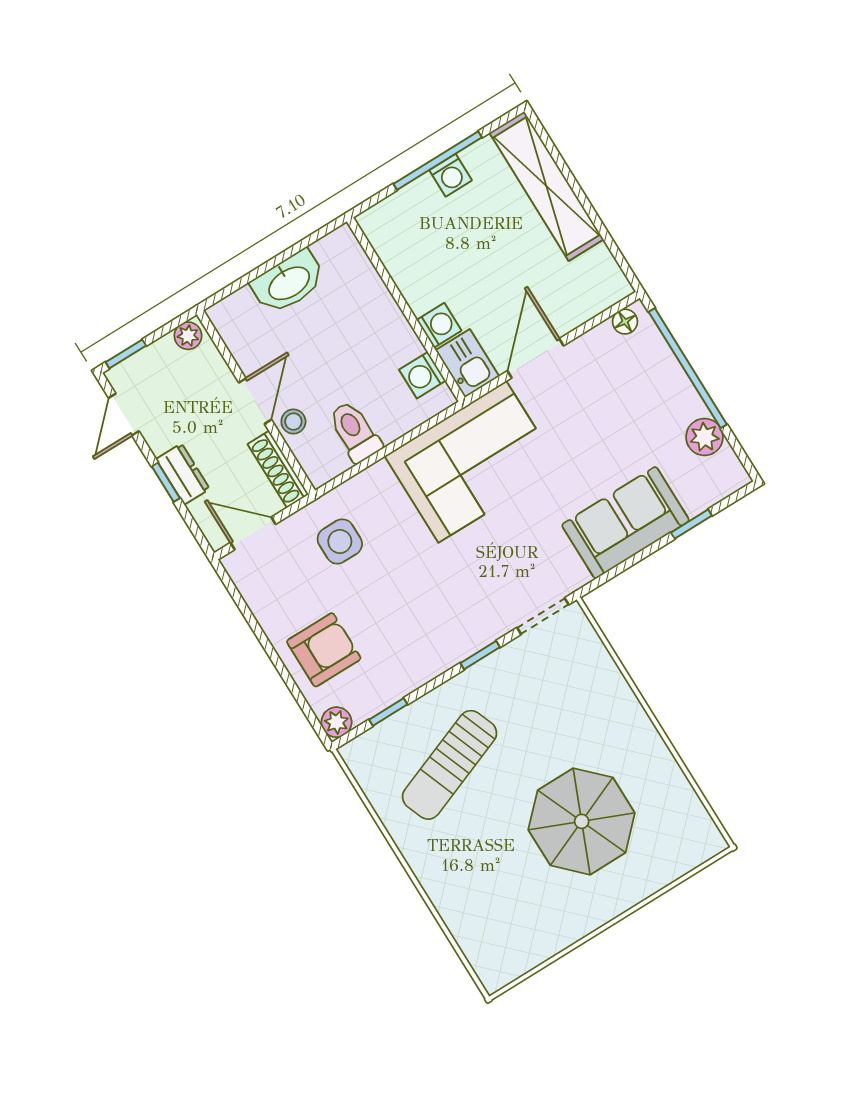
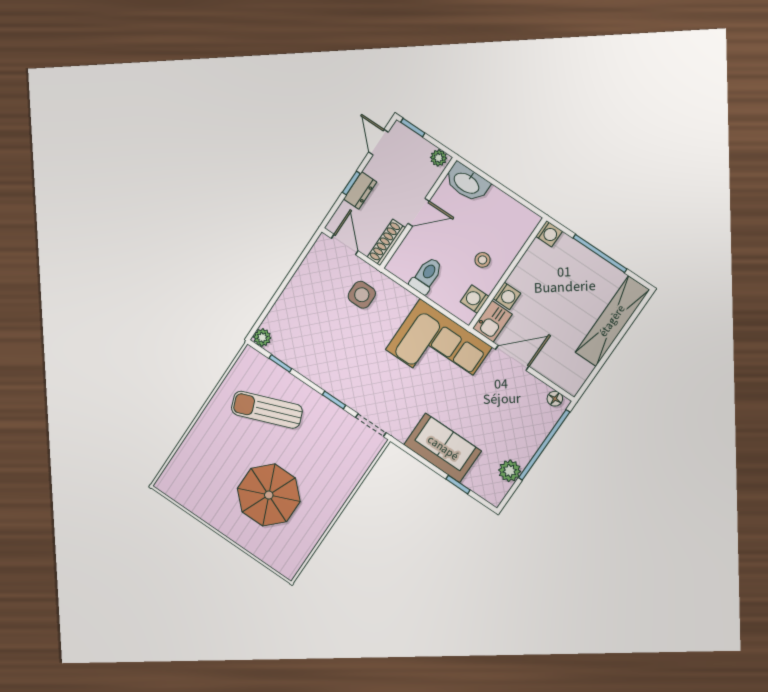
washing machine: (451, 175) -> (549, 234), moved, turned -90
washbasin: (288, 282) -> (467, 183), moved
door: (124, 415) -> (378, 142), hinge flipped
stool: (293, 422) -> (482, 260), moved
armchair: (324, 650) -> (298, 313), removed

